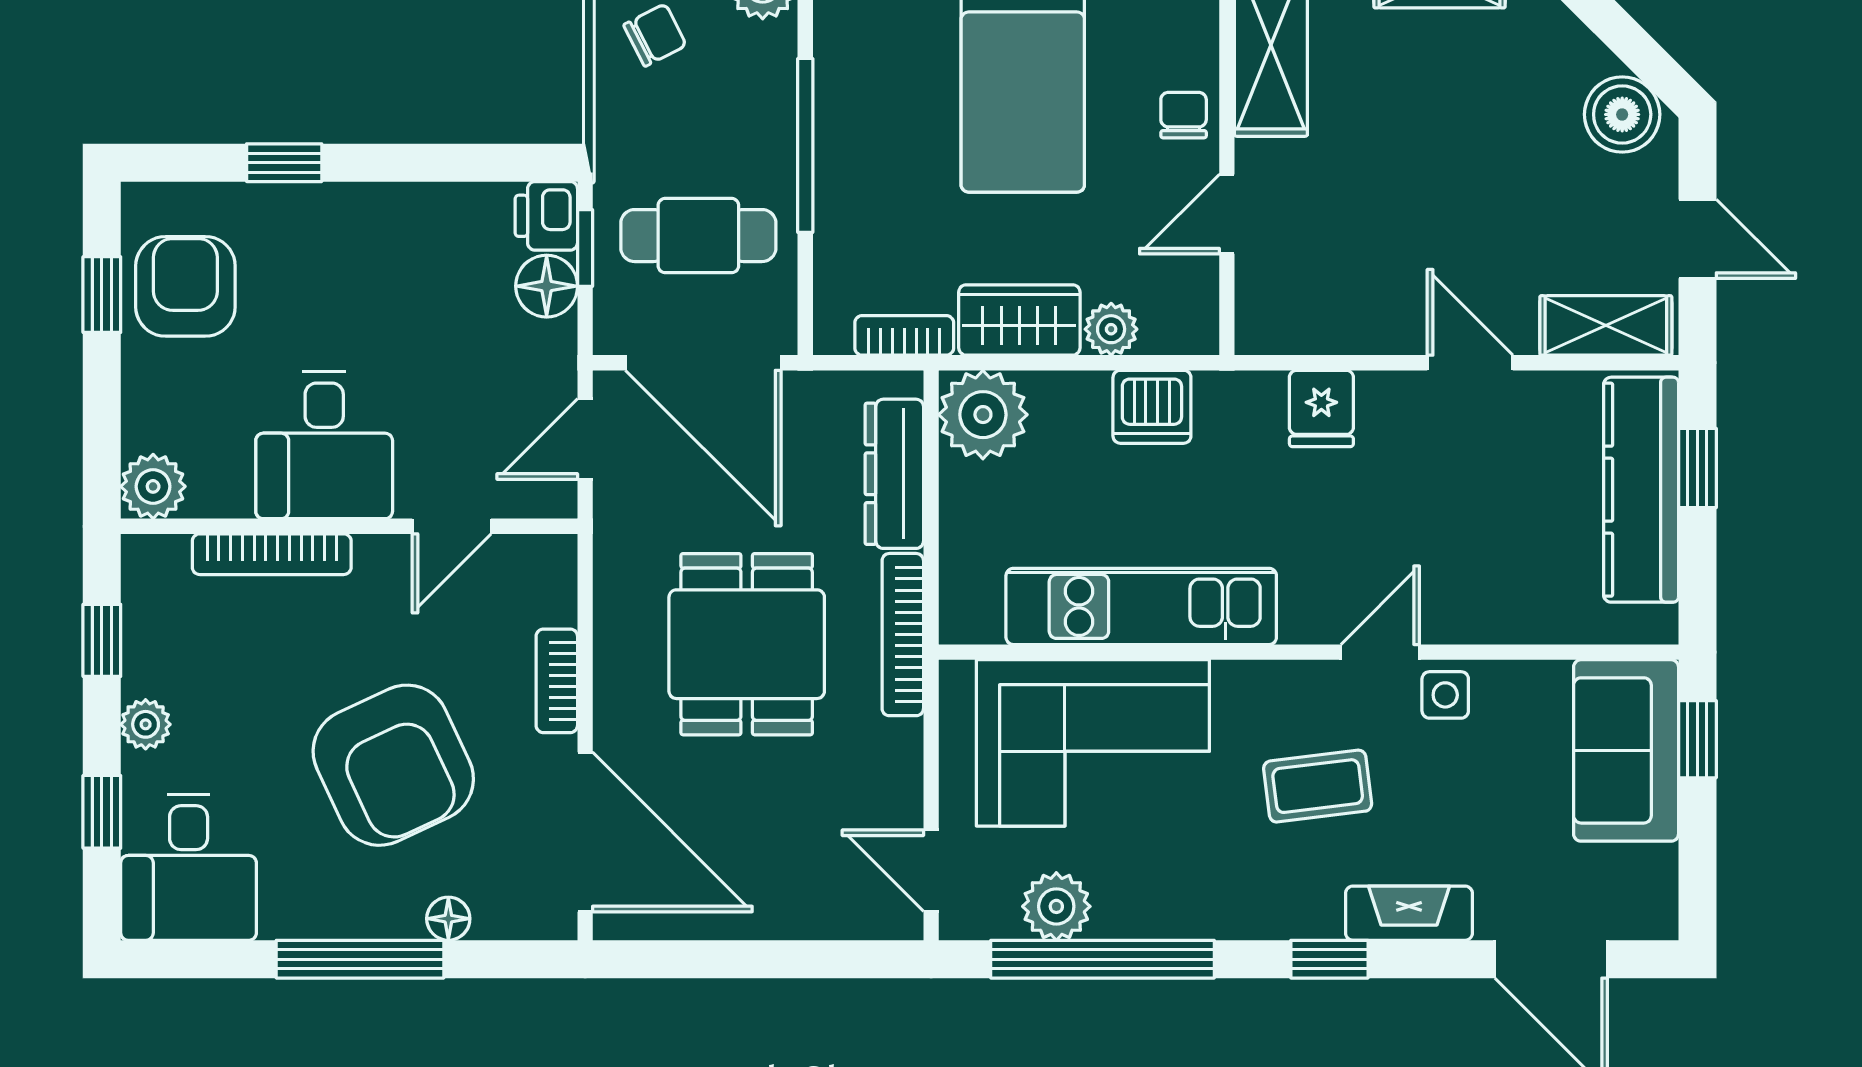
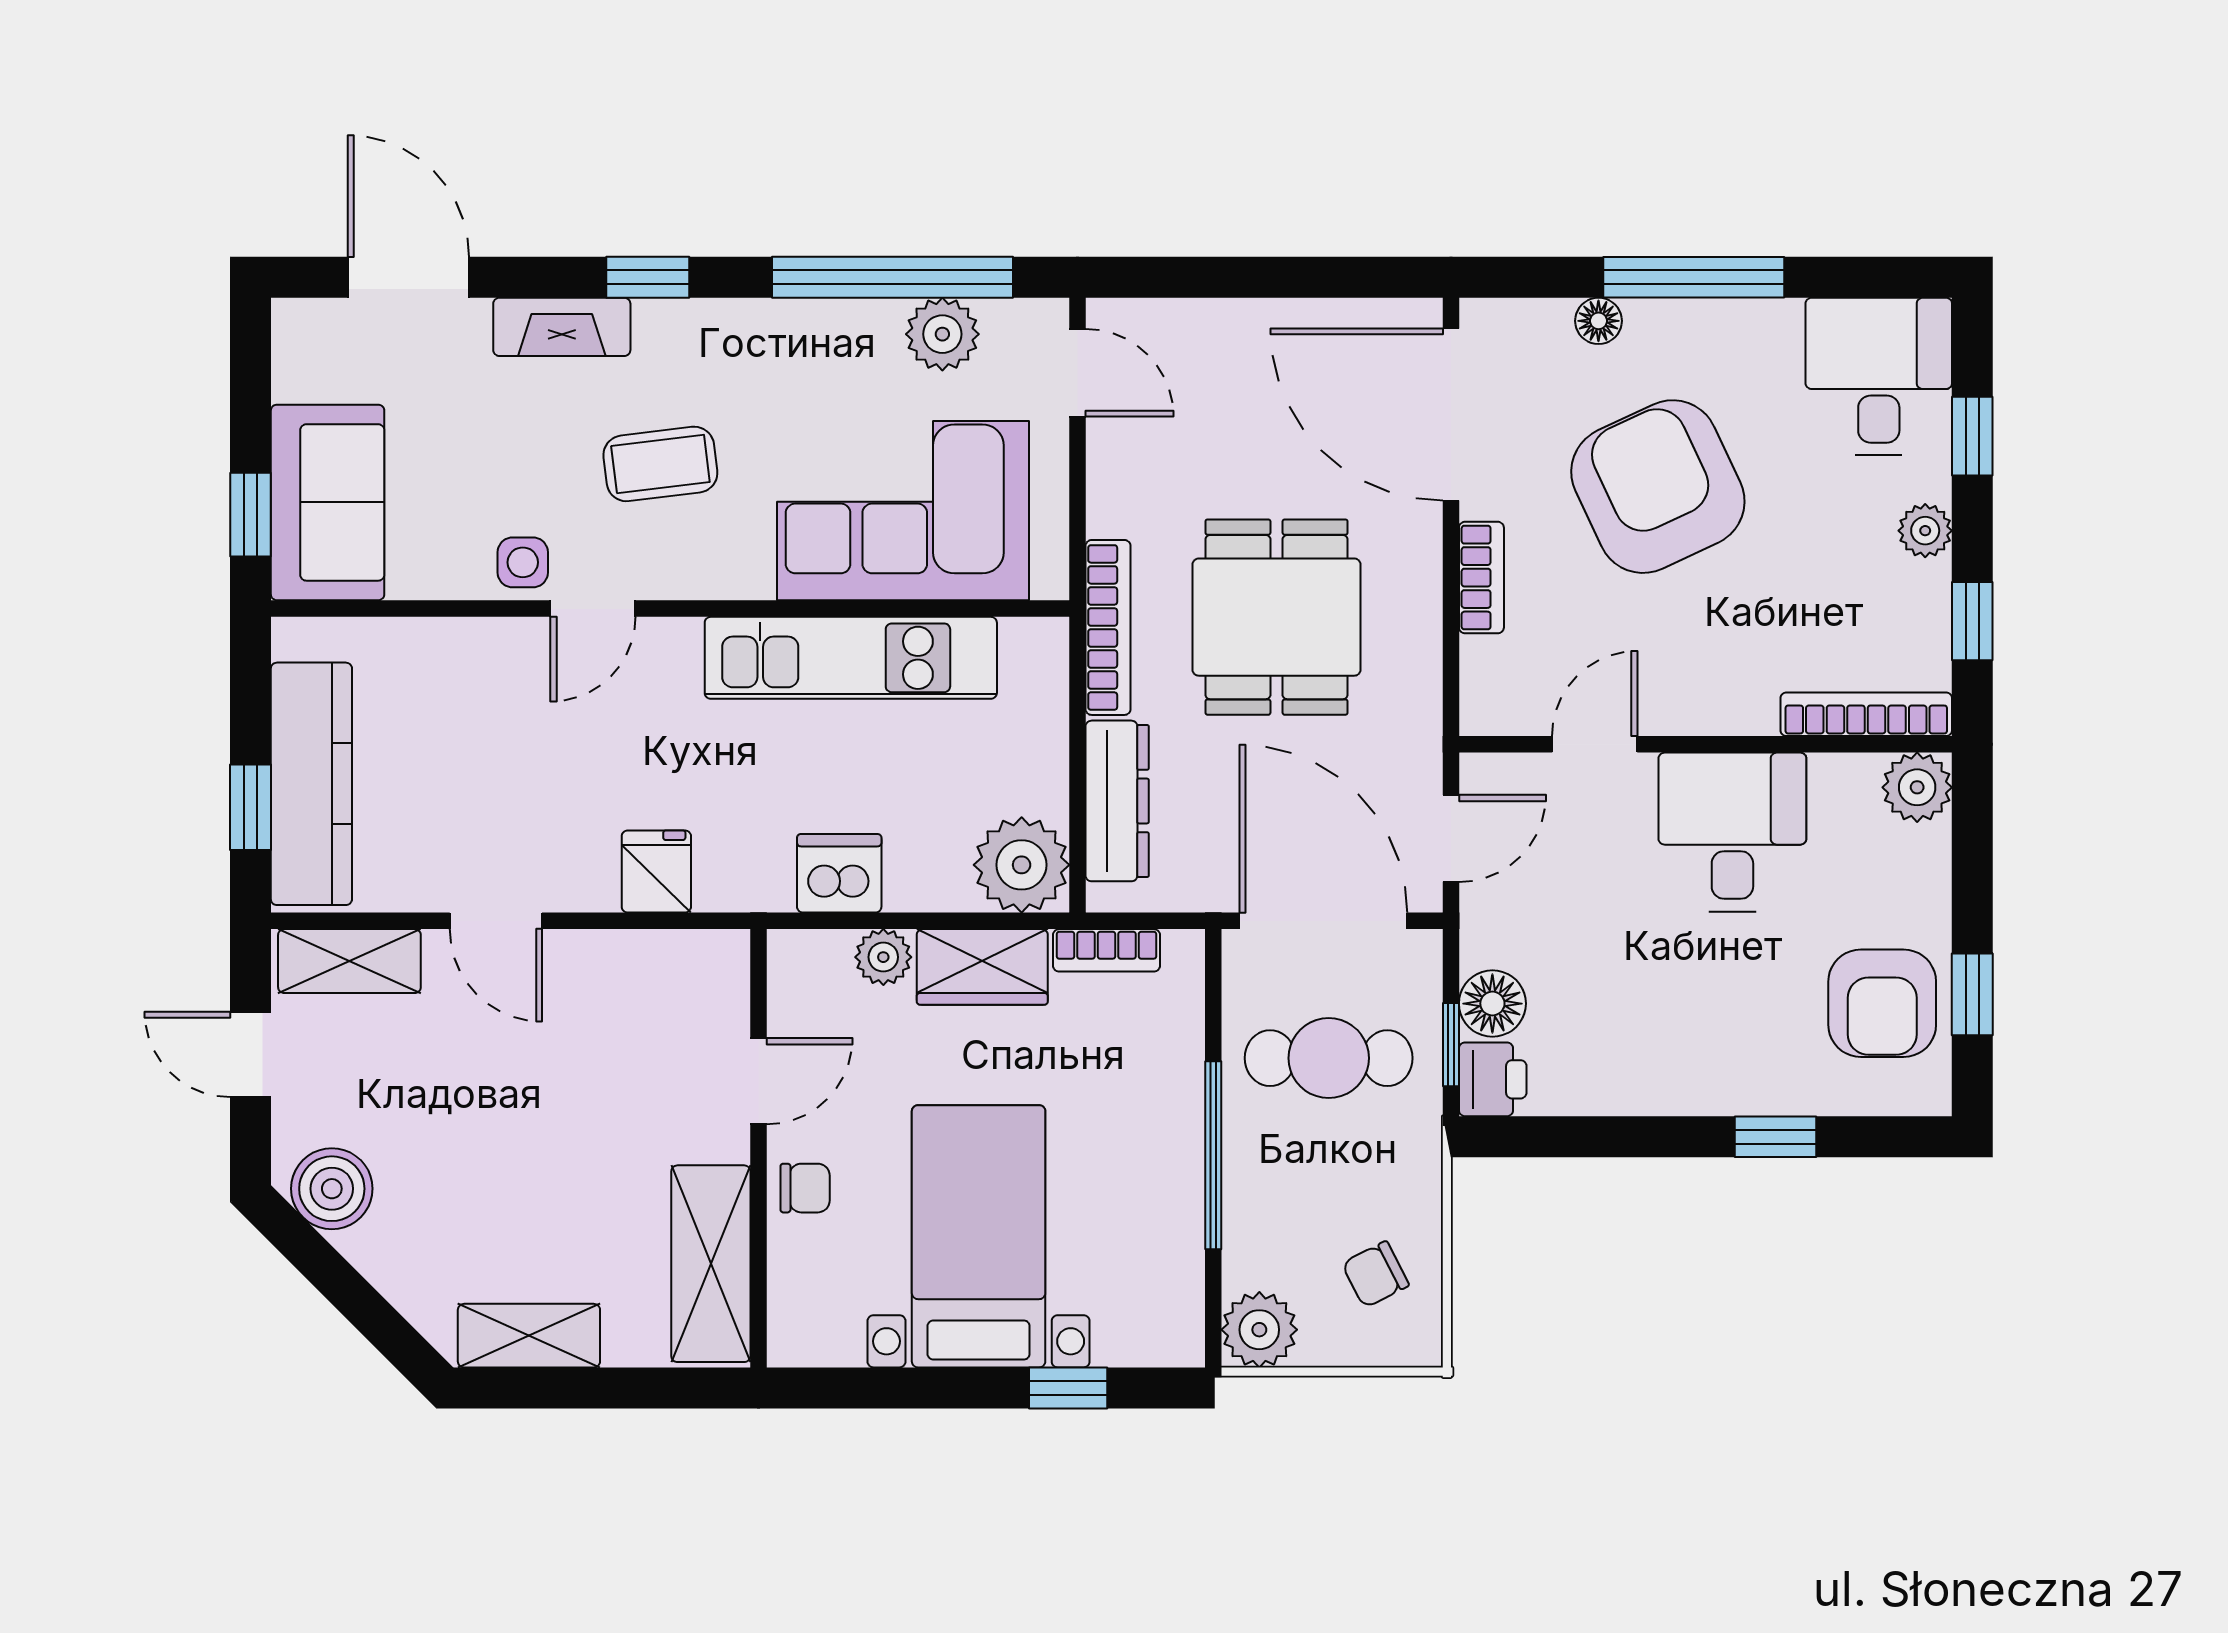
chair: (1184, 115) -> (805, 1188), turned -90
bookcase: (272, 554) -> (1866, 714), moved

